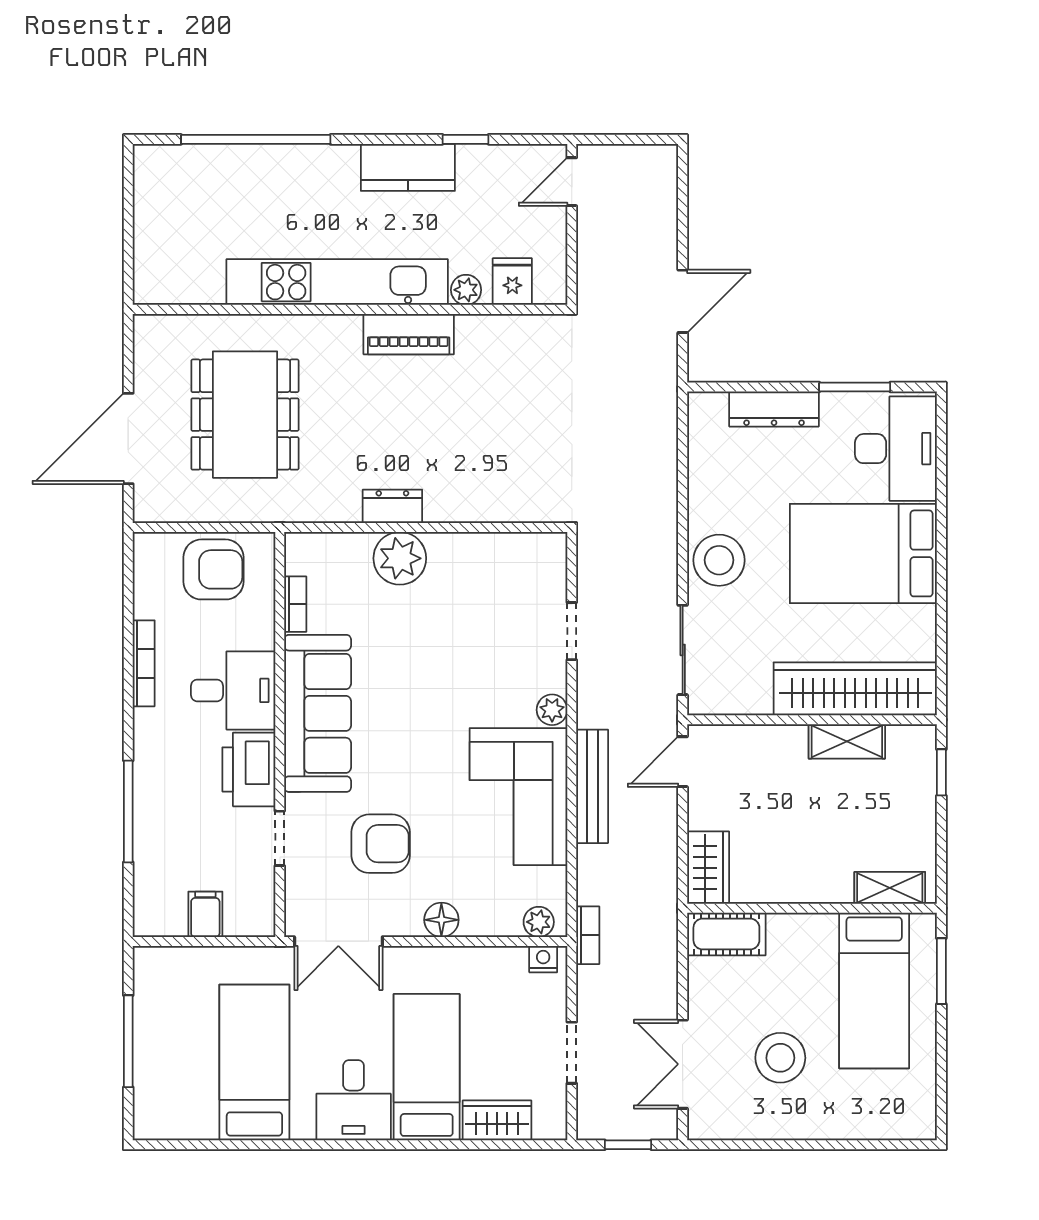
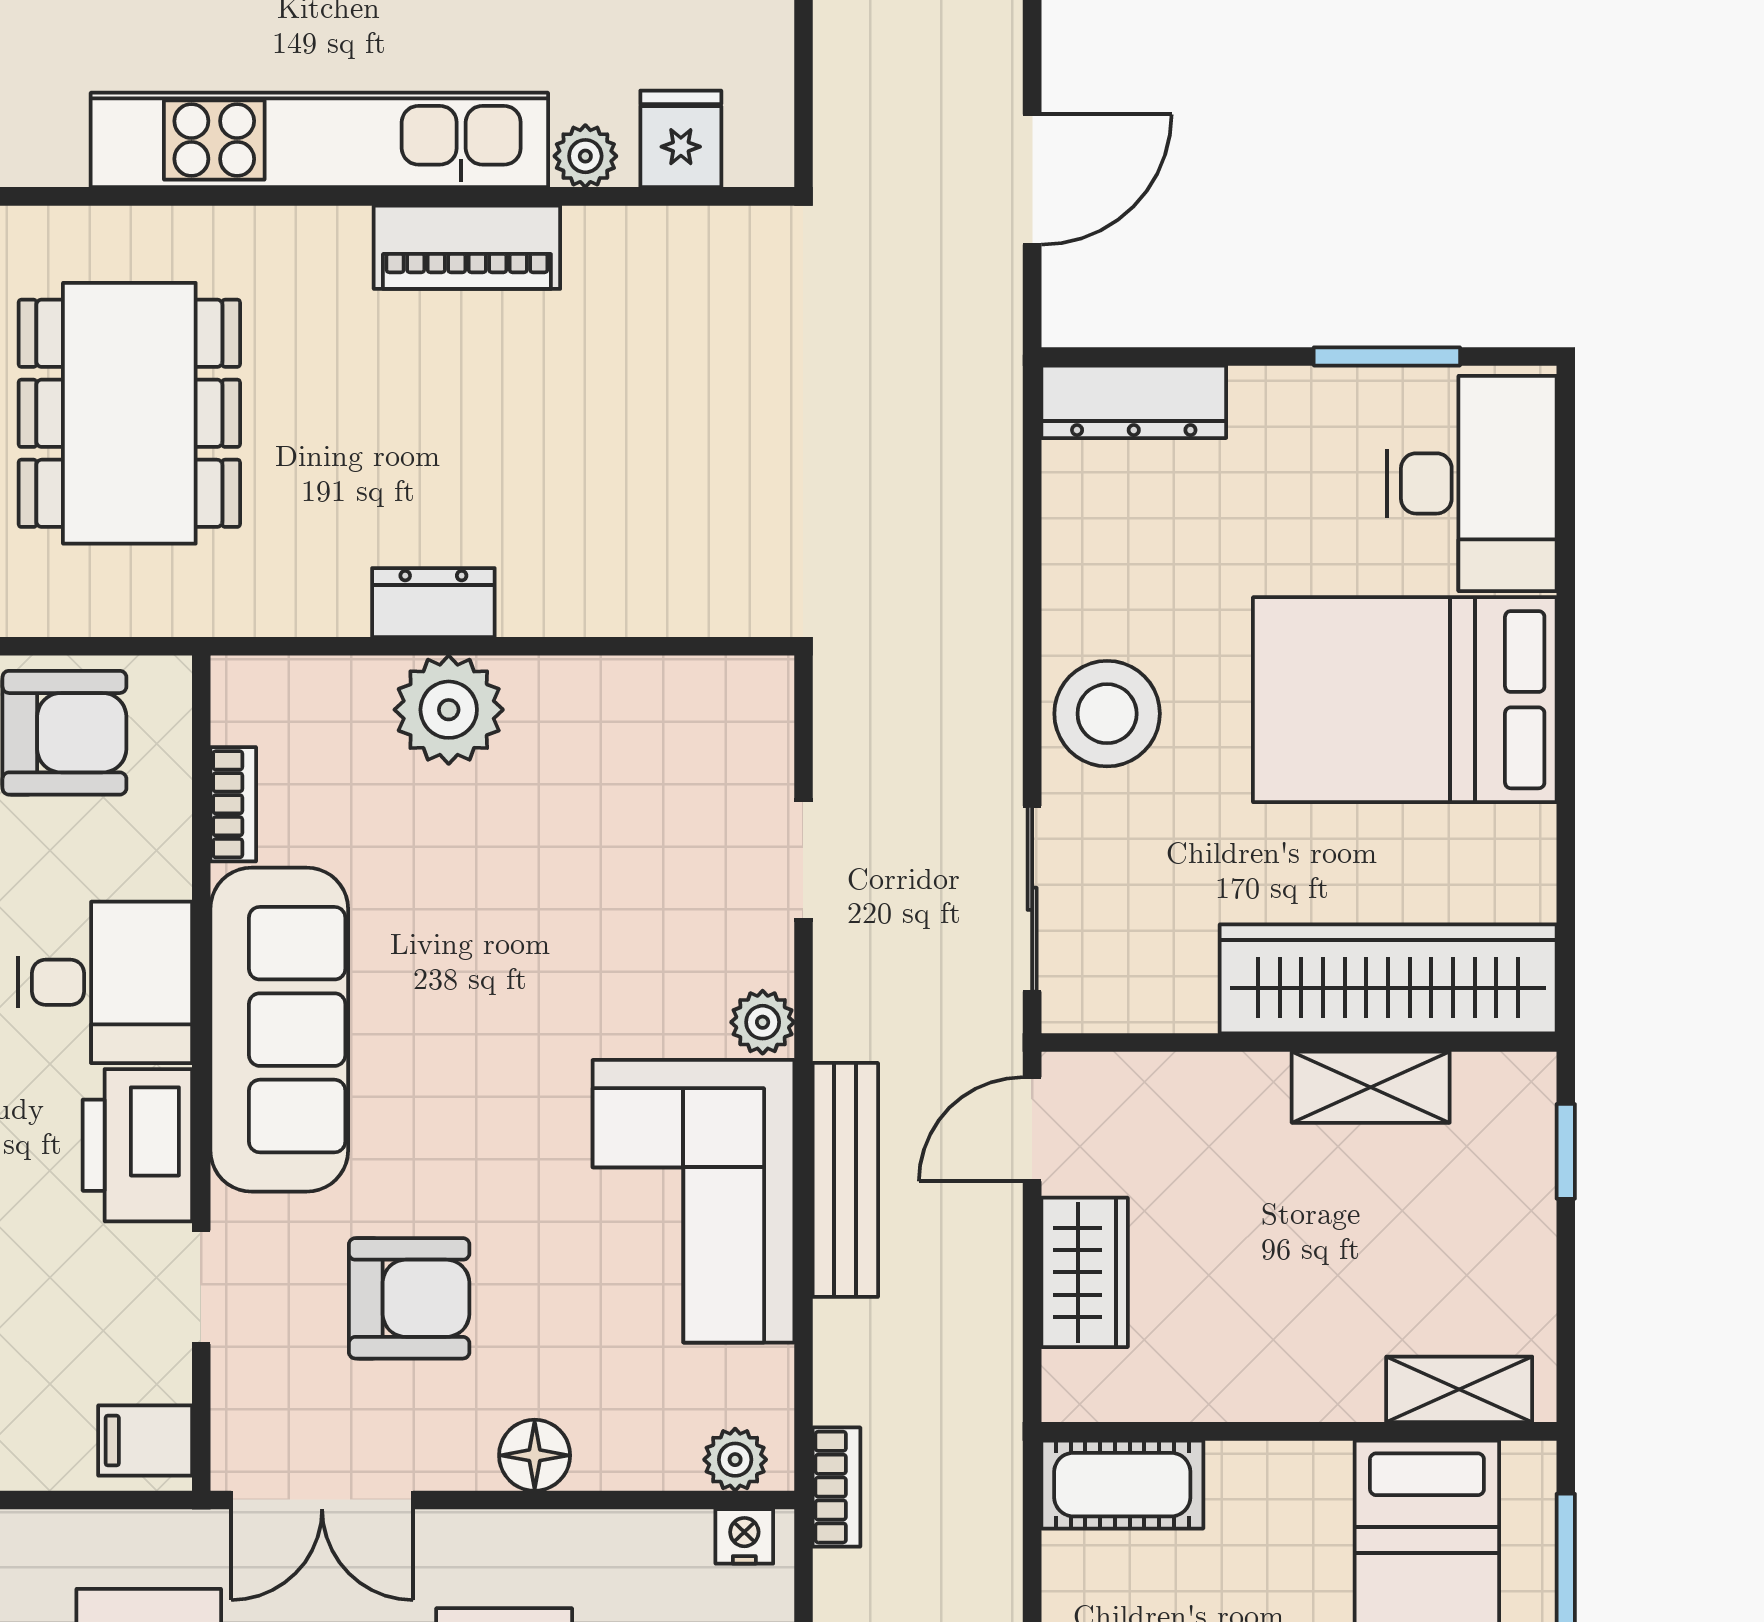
dresser: (774, 409) -> (1134, 402), moved
wardrobe: (708, 868) -> (1085, 1272), moved
filing cabinet: (205, 914) -> (145, 1441), moved, turned -90

